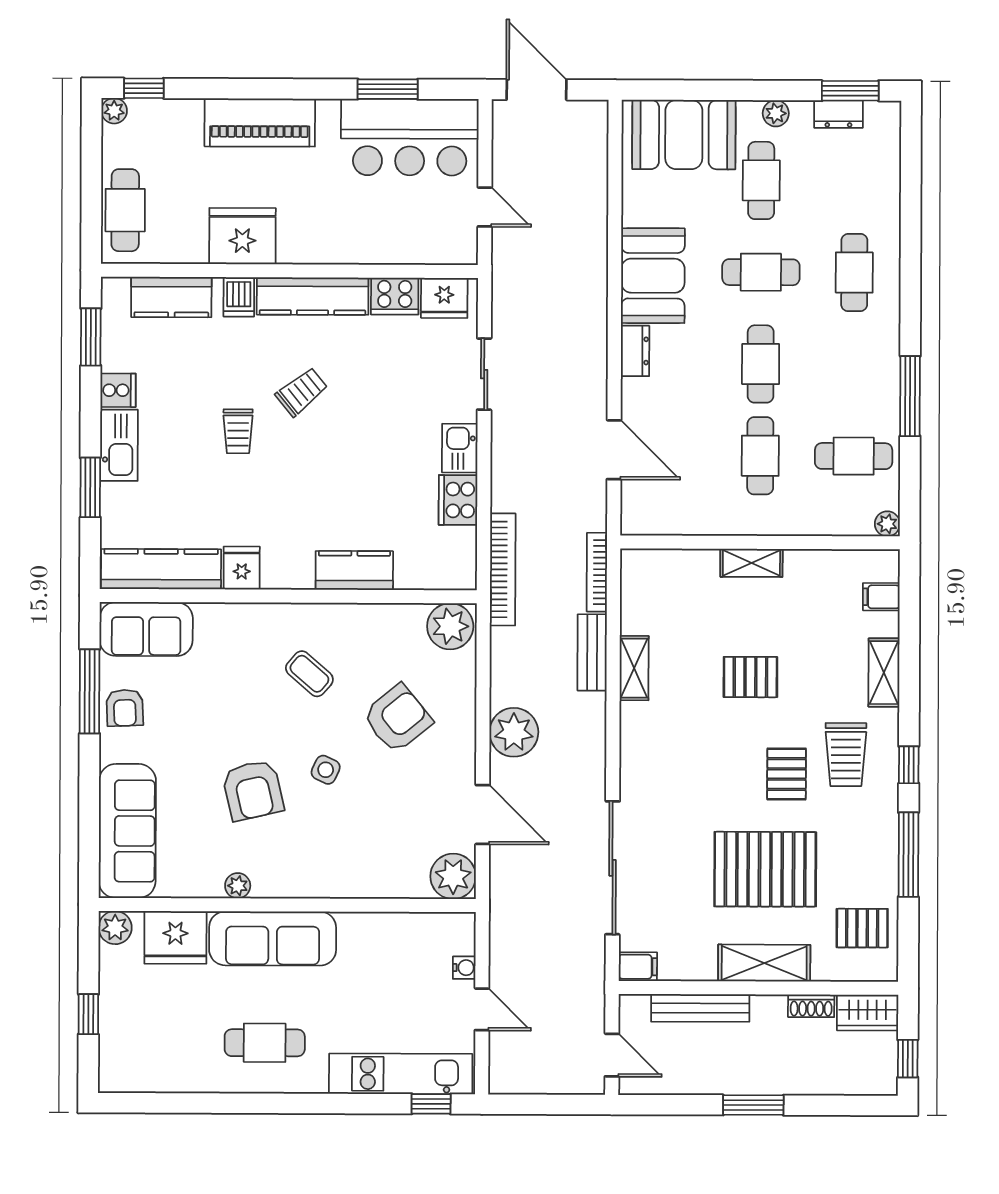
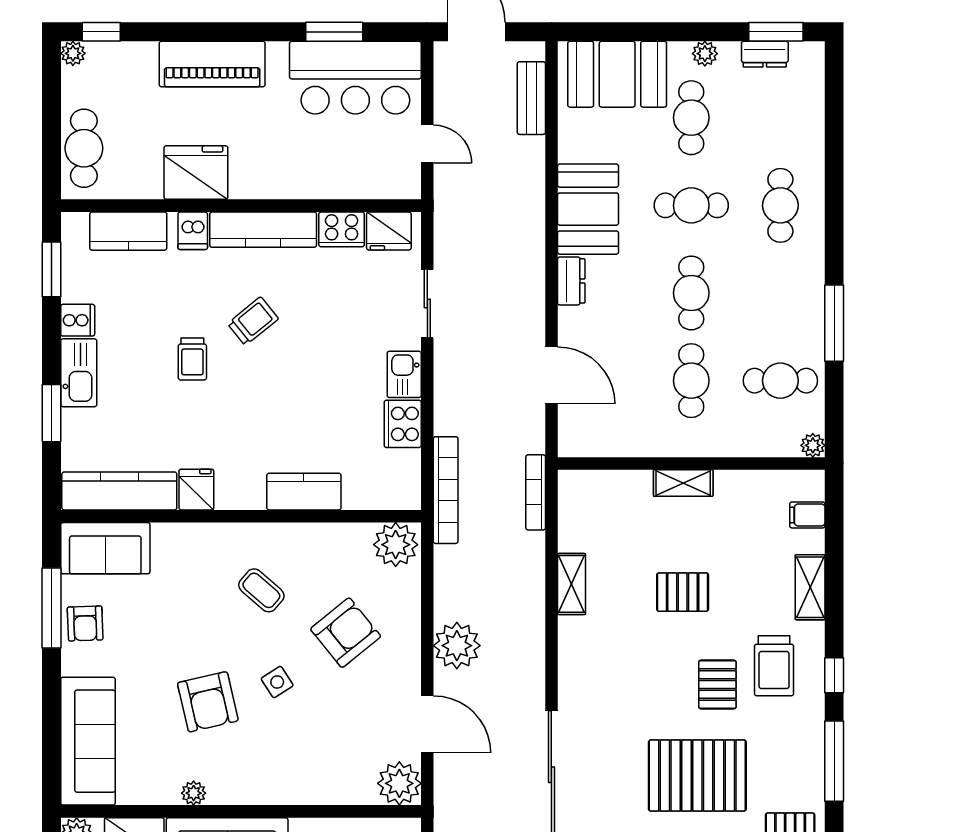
bench: (592, 652) -> (531, 98), moved
side table: (326, 770) -> (277, 682), turned 32

